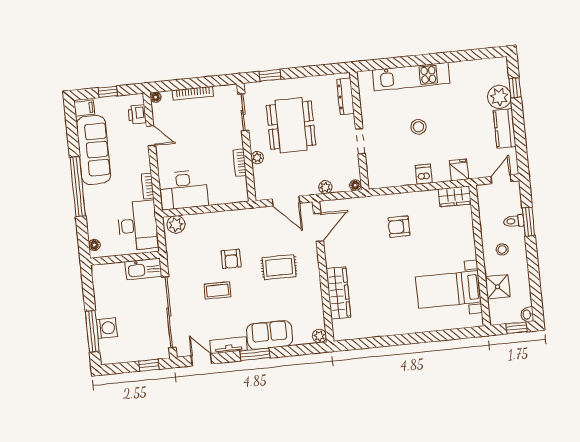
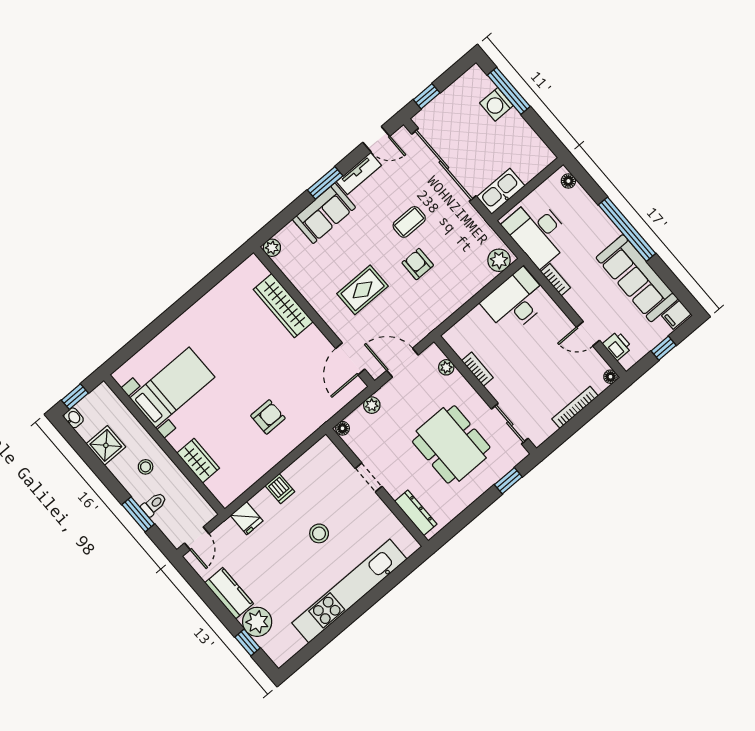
kitchen unit: (411, 77) -> (349, 591), width x1.36
plant: (257, 158) -> (446, 367), moved
wardrobe: (455, 196) -> (198, 461), moved, turned 90
shower: (498, 287) -> (106, 445), moved

